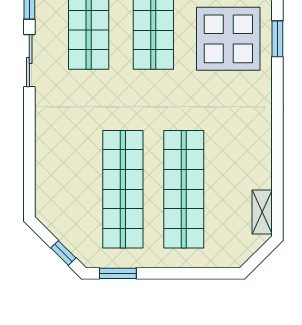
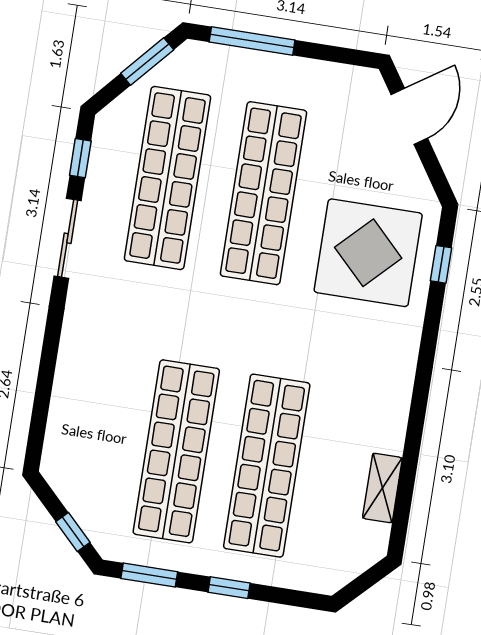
window: (277, 39) -> (441, 264), width x0.67
shelving: (262, 212) -> (382, 488), moved
window: (172, 273) -> (229, 588), added

